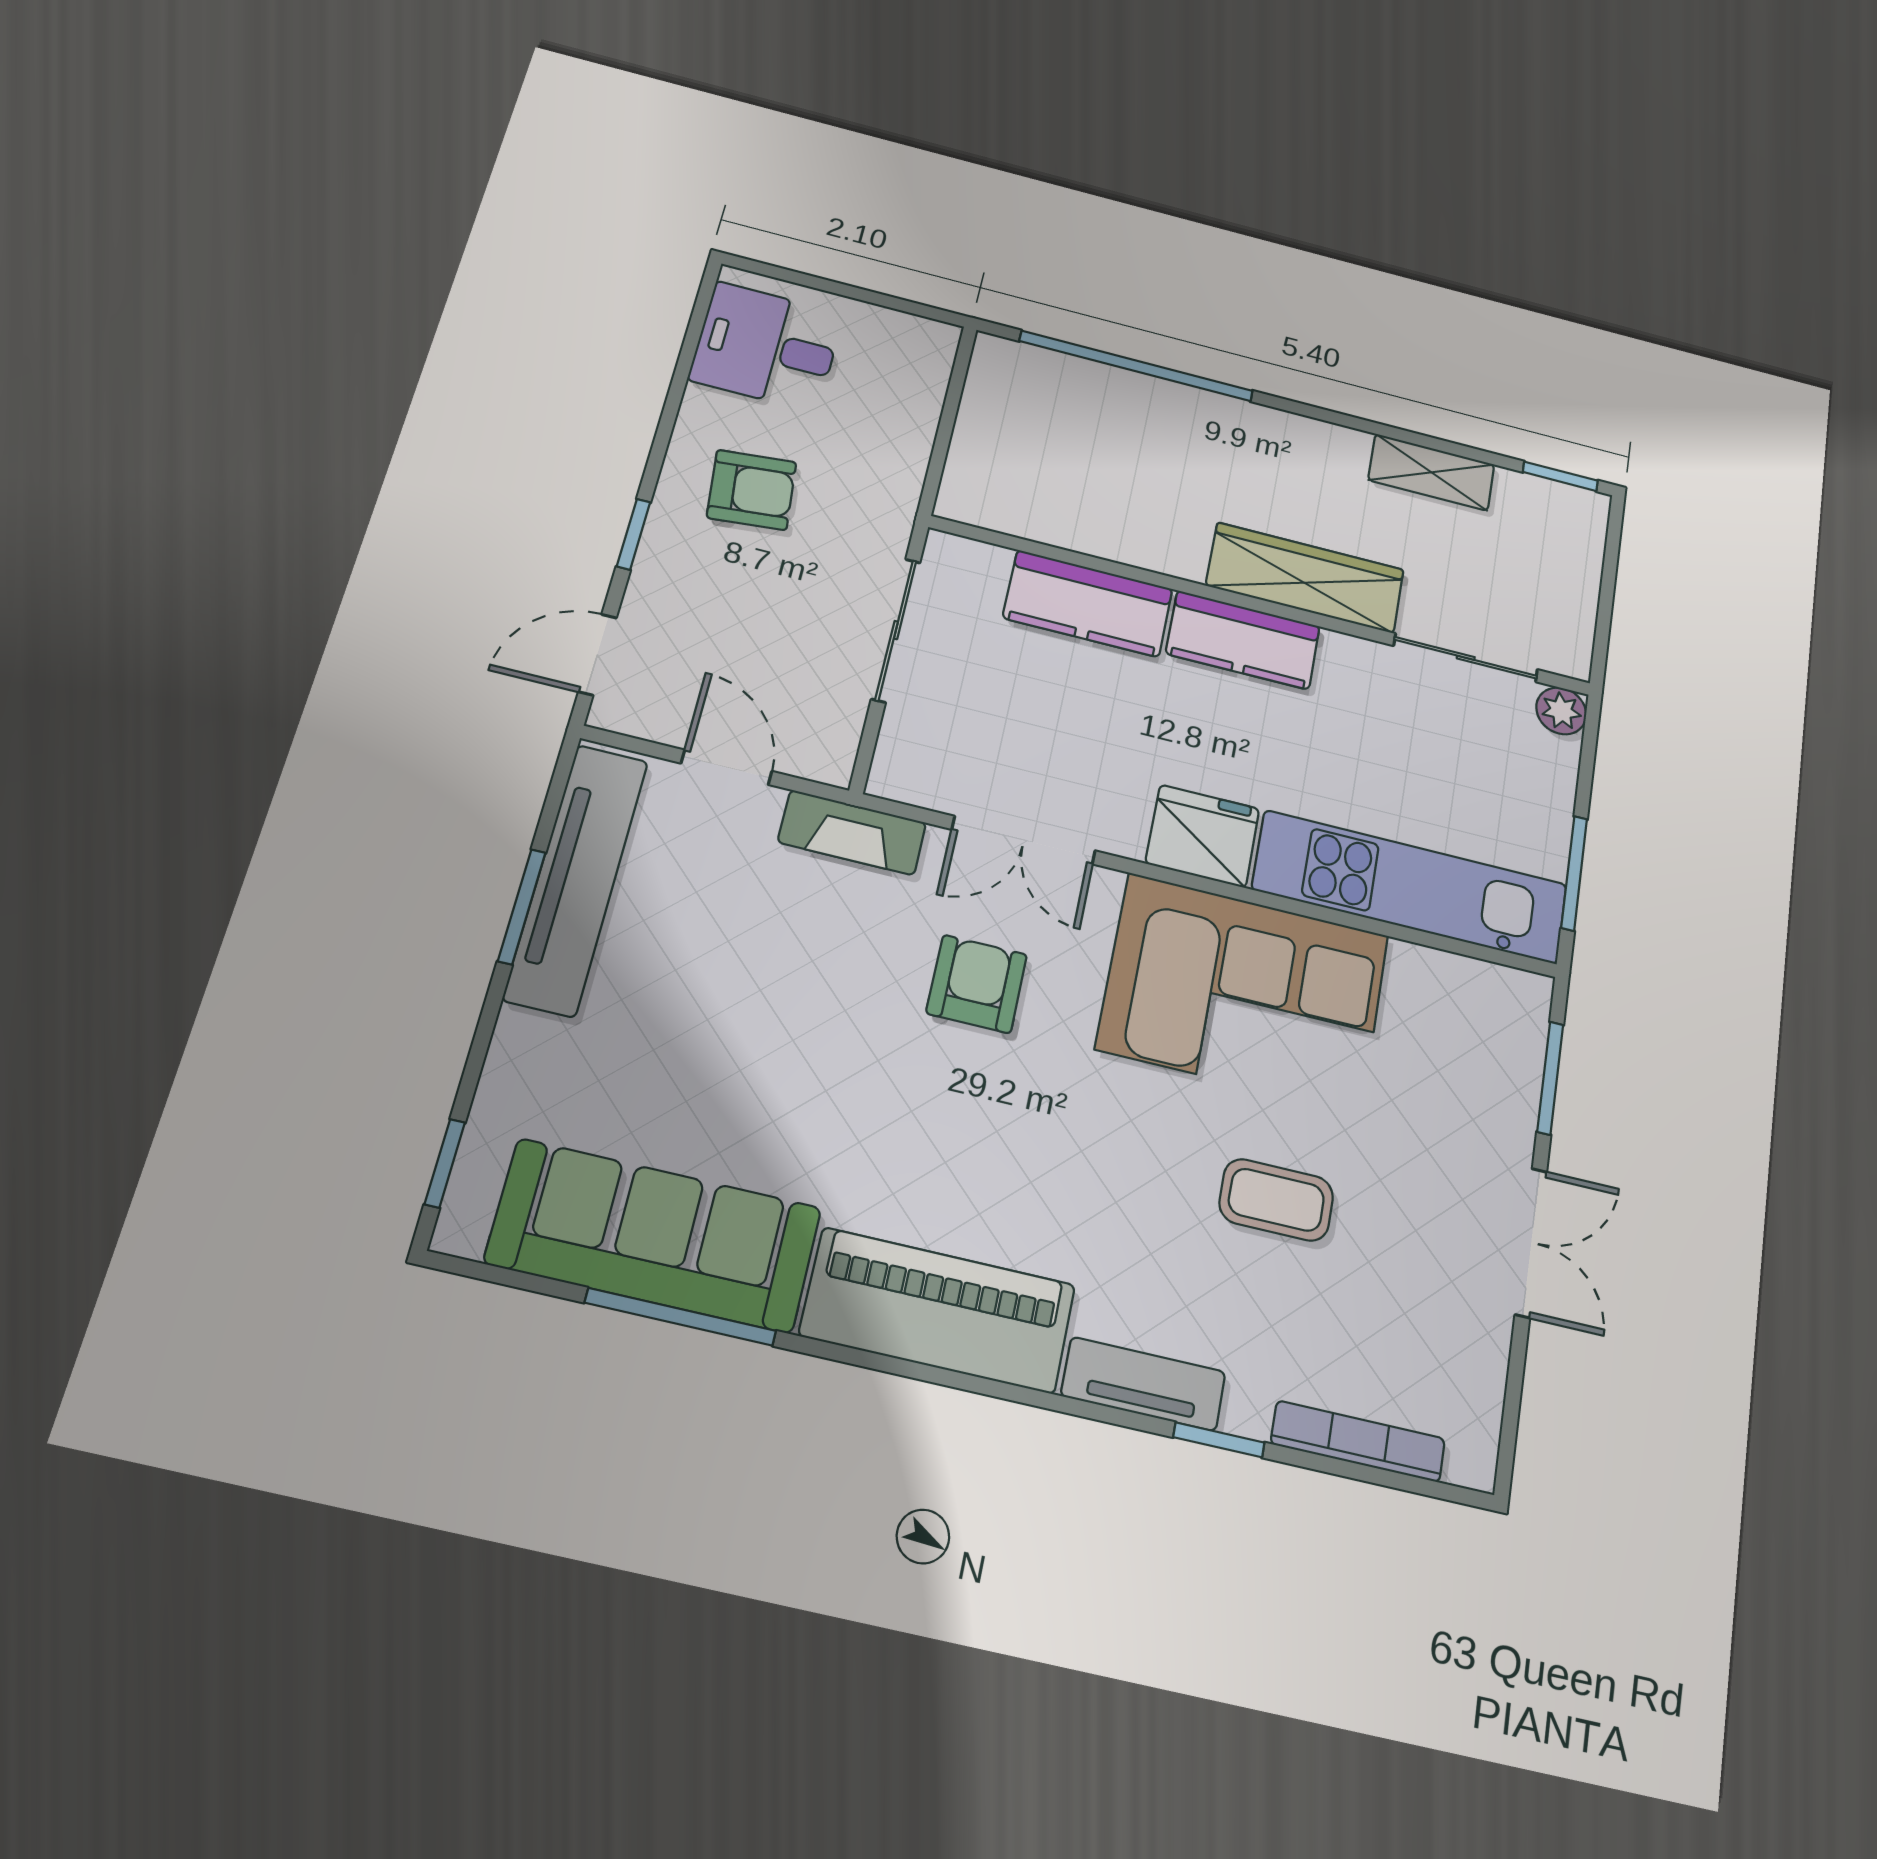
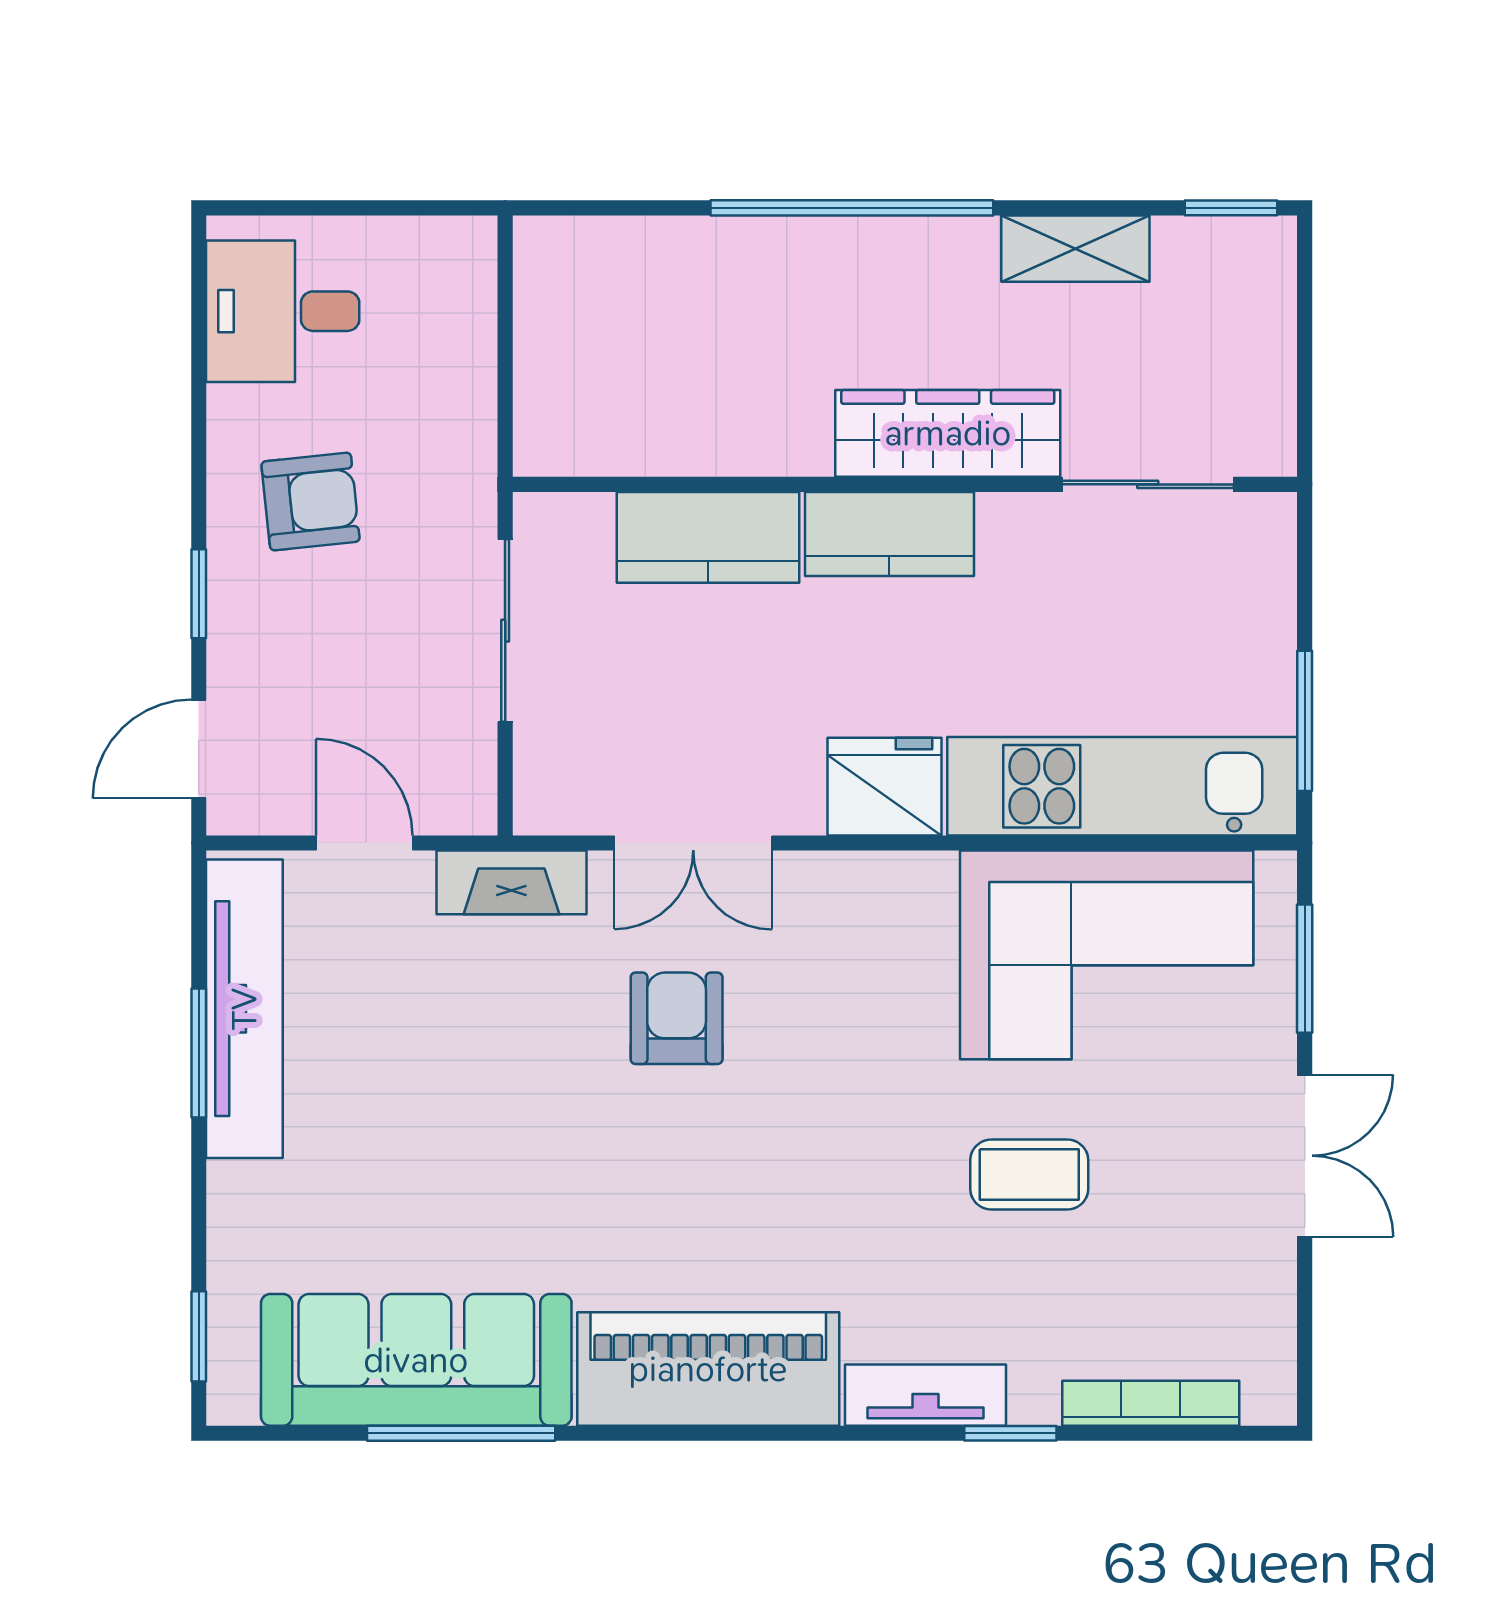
window: (1136, 366) -> (852, 208), moved
plant: (1561, 711) -> (1267, 522), removed
corner sofa: (1244, 992) -> (1107, 955), moved

